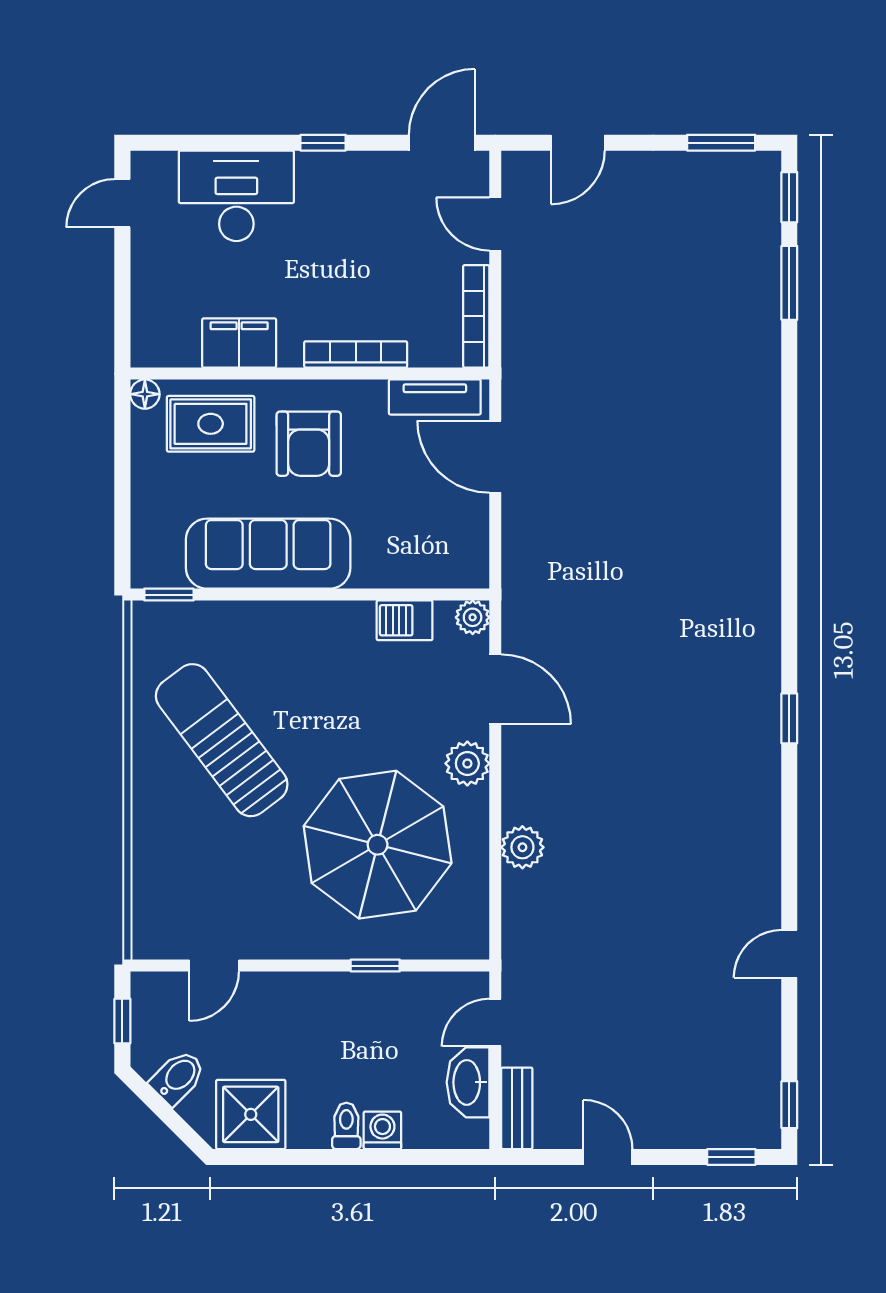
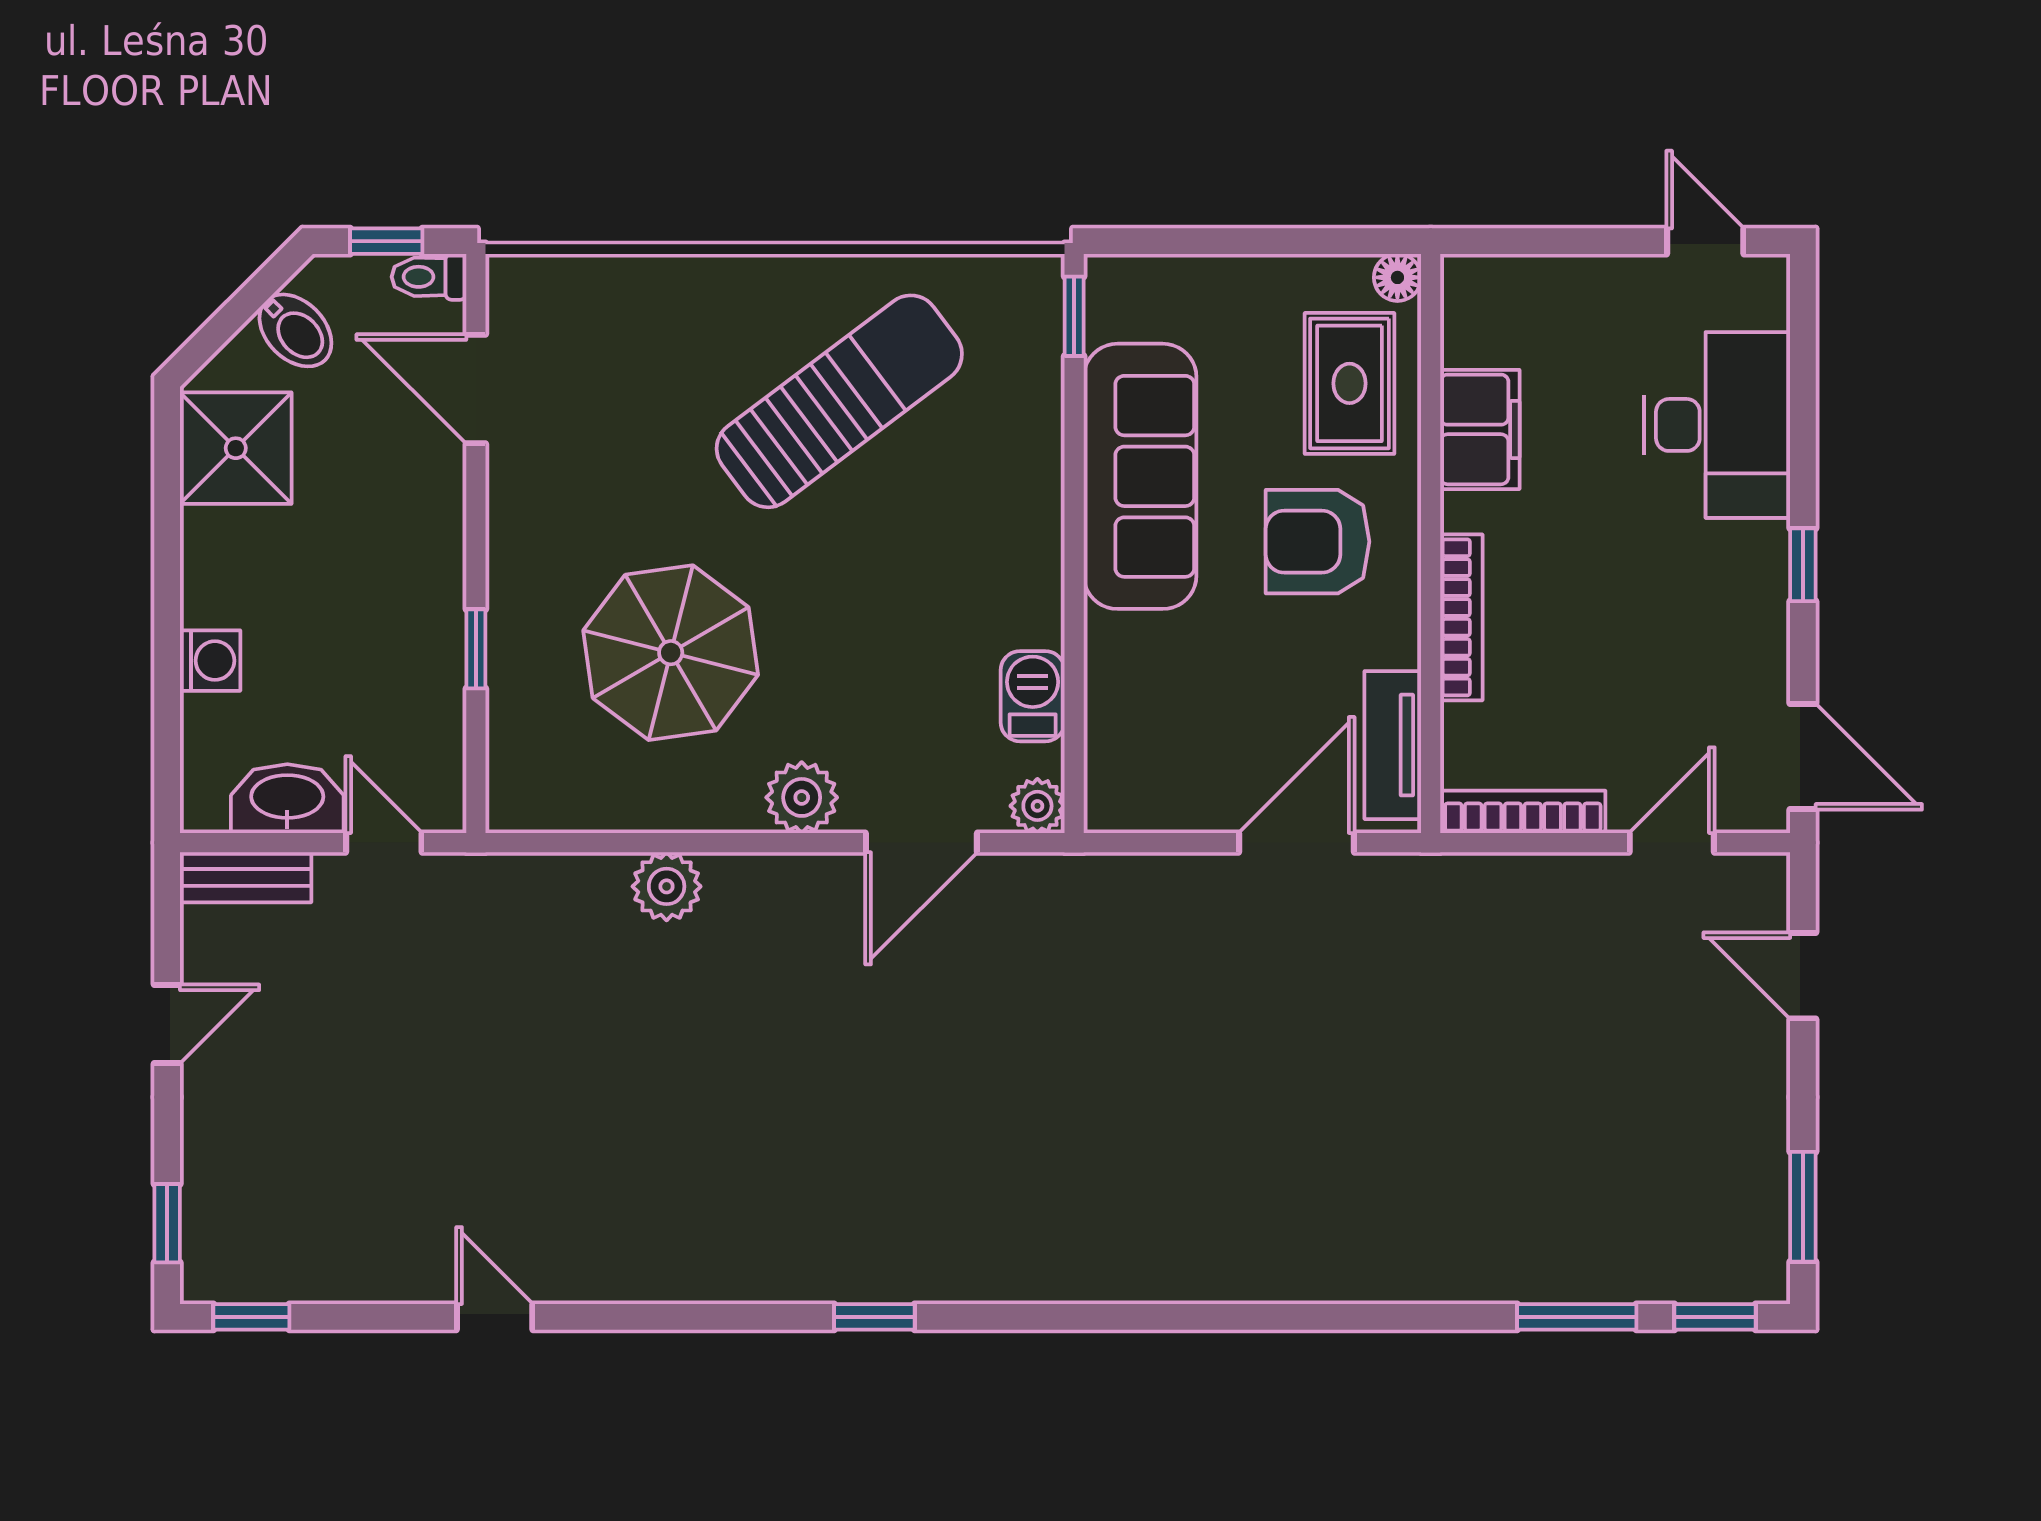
parasol: (378, 845) -> (671, 653), width x0.73, depth x0.73
door: (214, 966) -> (476, 389), width x1.37
toilet: (346, 1126) -> (429, 277), moved, turned 180

